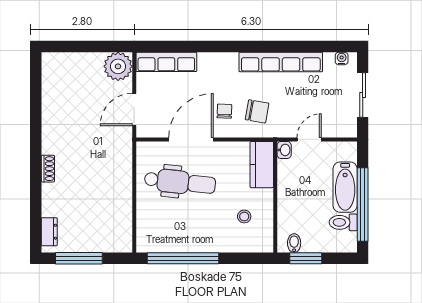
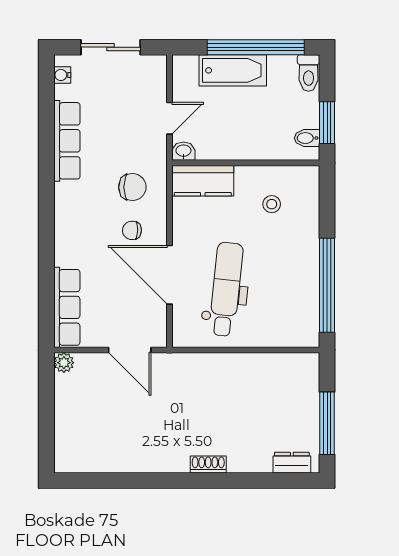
row of seats: (281, 62) -> (67, 141), width x0.73
plant: (118, 66) -> (64, 363), width x0.53, depth x0.53
chair: (257, 111) -> (132, 187), turned 80
door: (309, 139) -> (170, 118), swing flipped
toilet: (343, 222) -> (309, 73), moved

